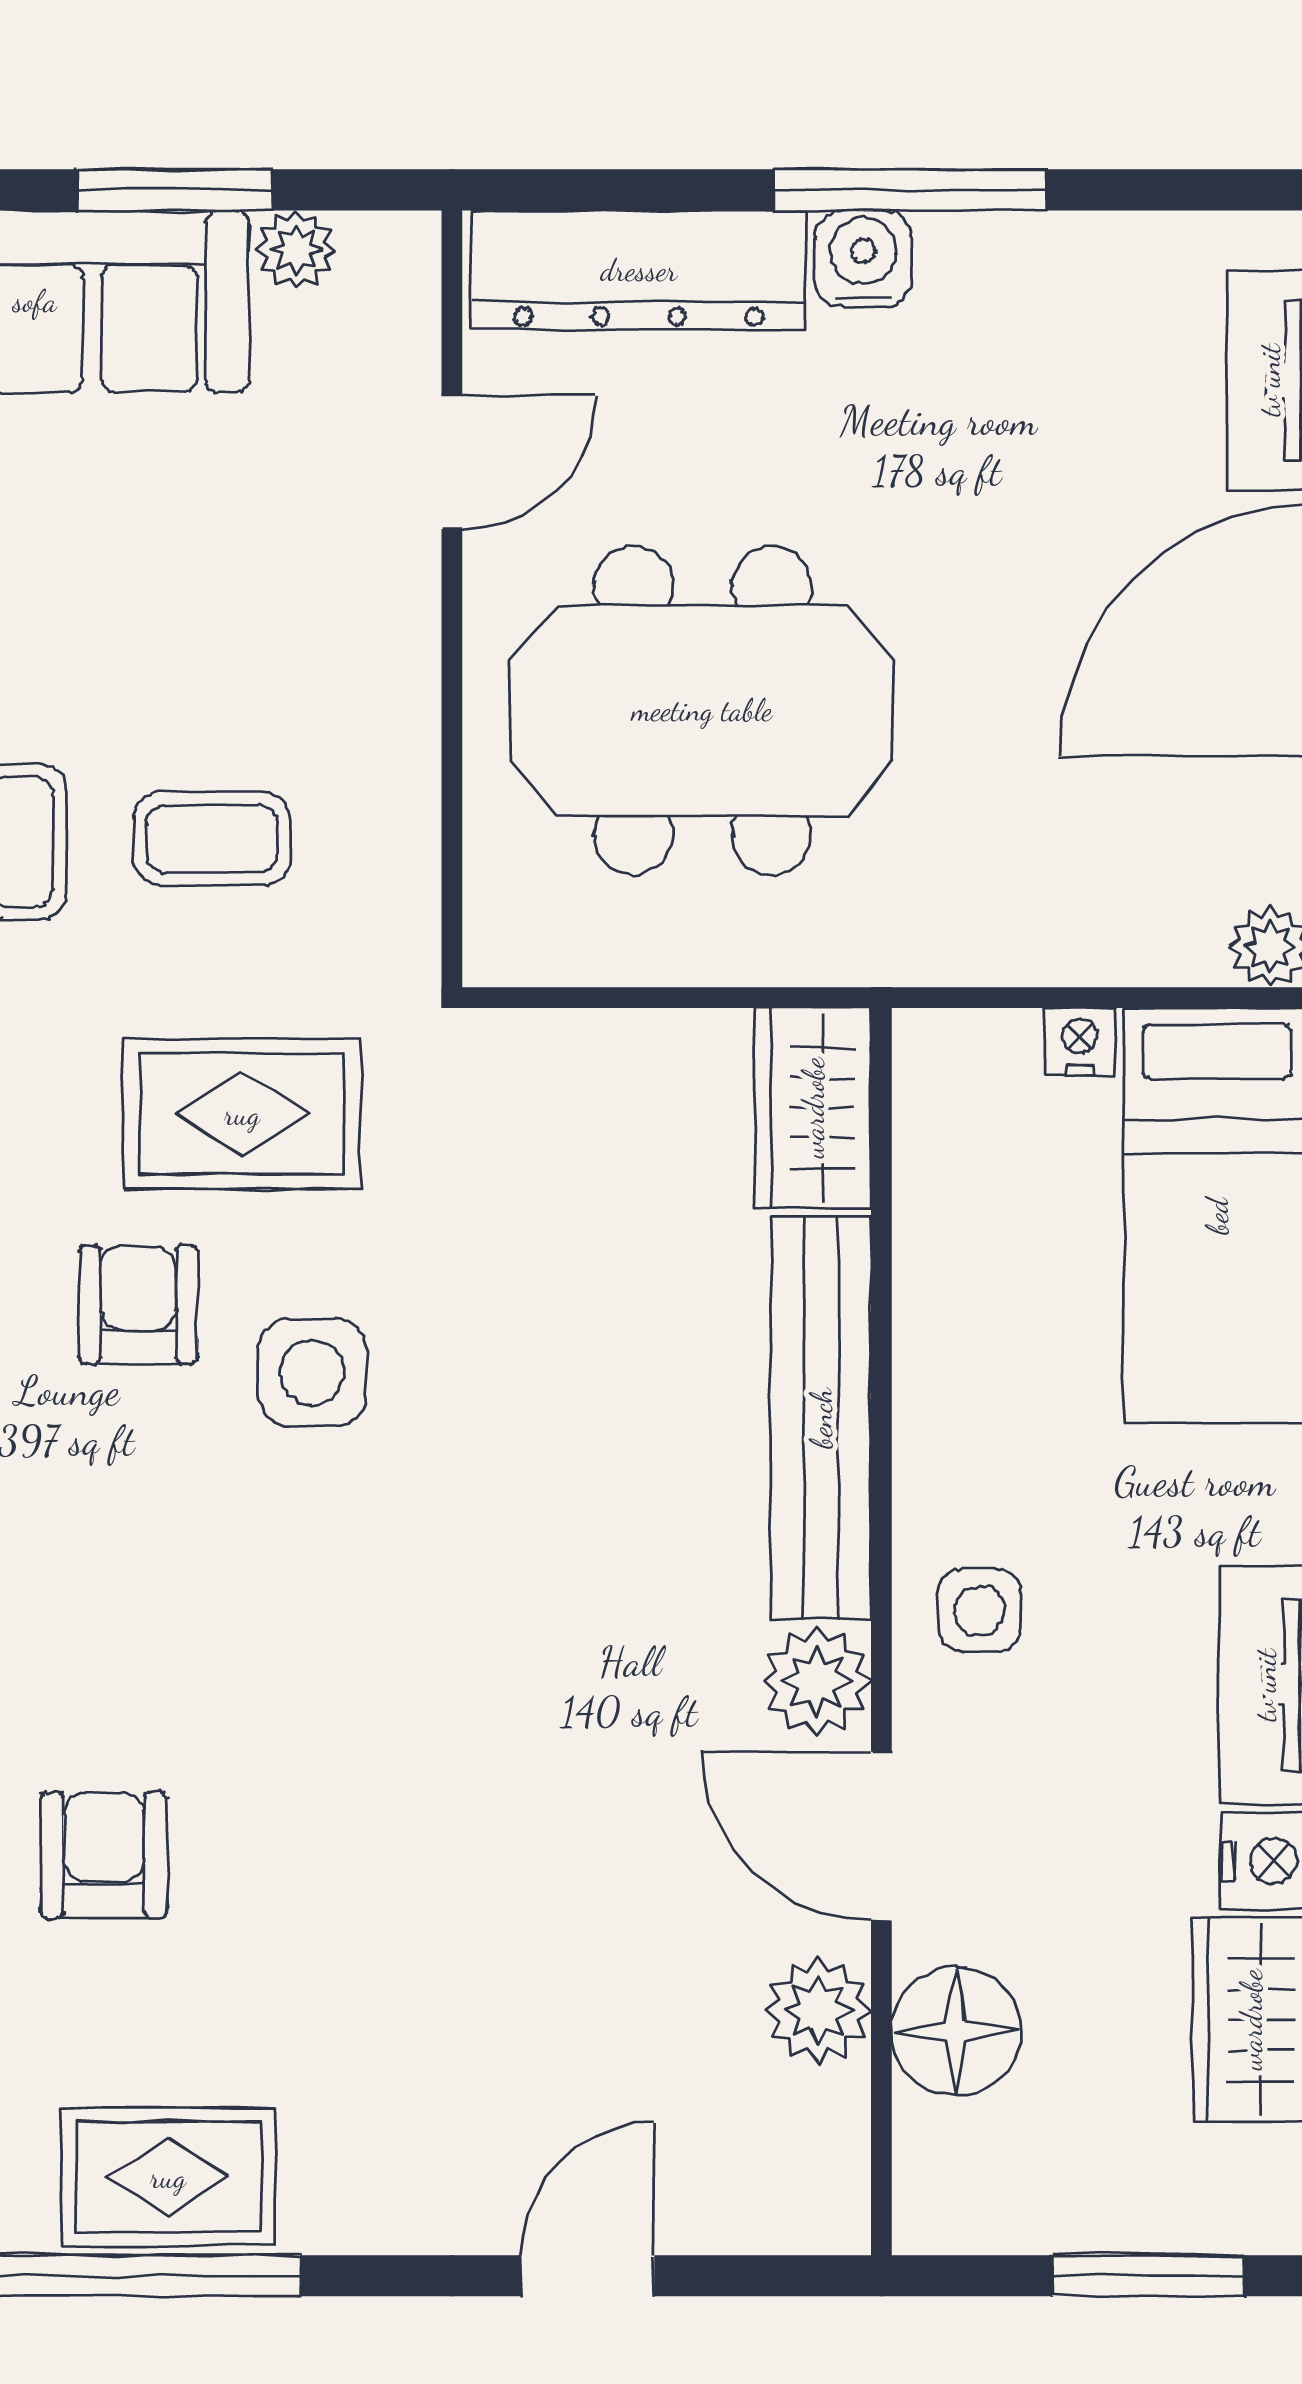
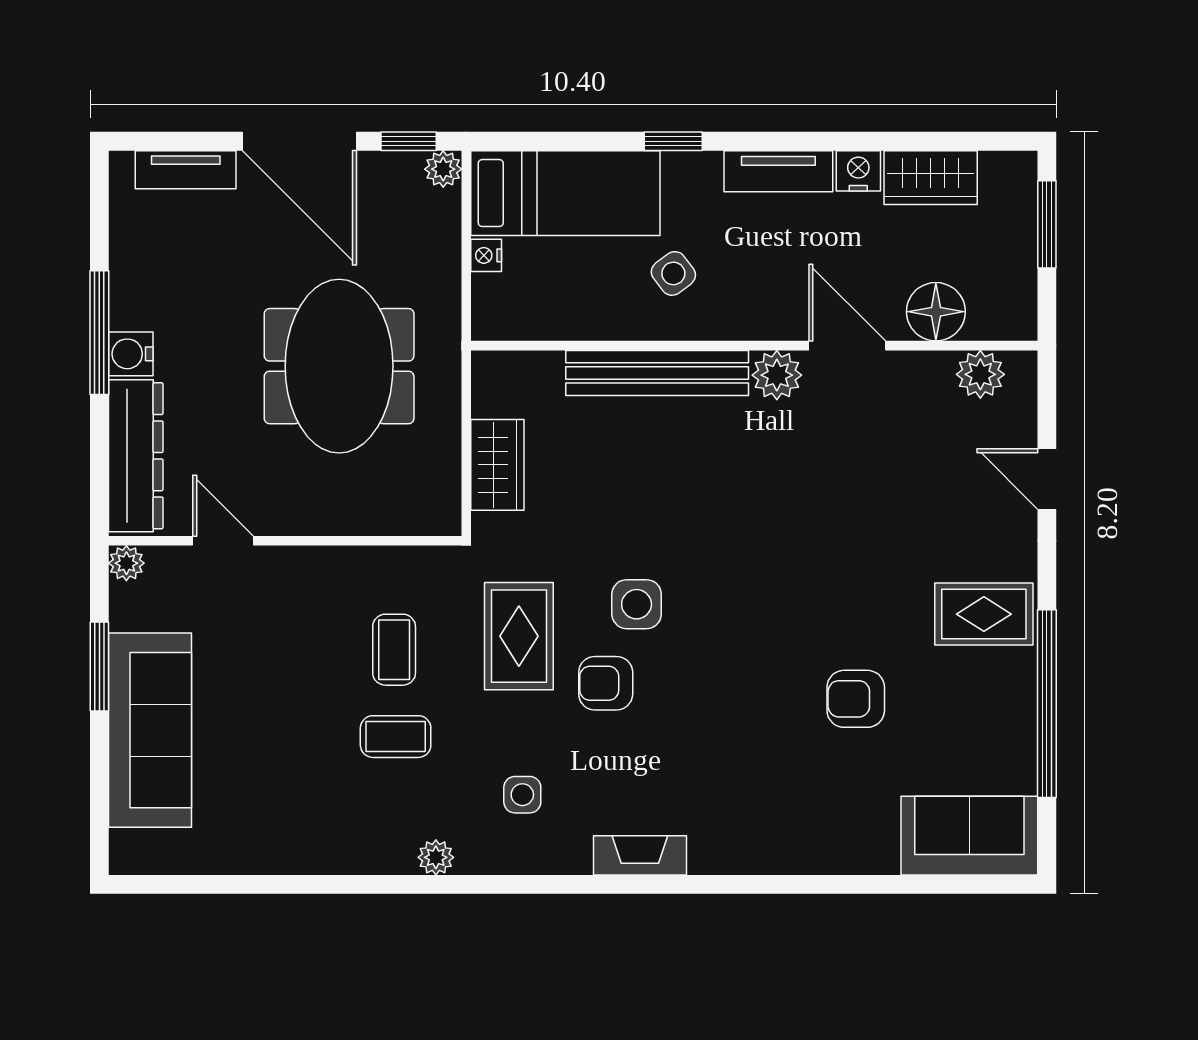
plant: (296, 249) -> (126, 563), moved
meeting table: (702, 710) -> (339, 366), moved
wardrobe: (813, 1108) -> (497, 465), moved, turned -90
side table: (980, 1611) -> (673, 273), moved, turned -37
door: (881, 1836) -> (847, 346), swing flipped
plant: (818, 2010) -> (980, 374), moved
rug: (168, 2177) -> (984, 614), moved, turned 90

